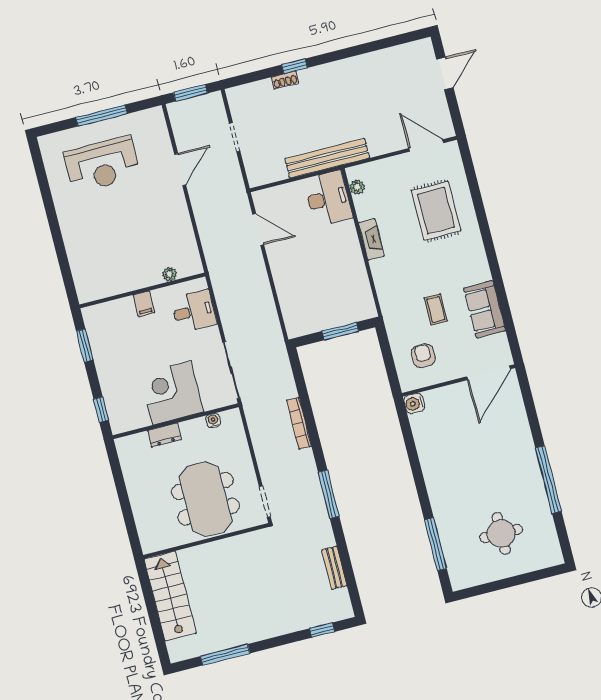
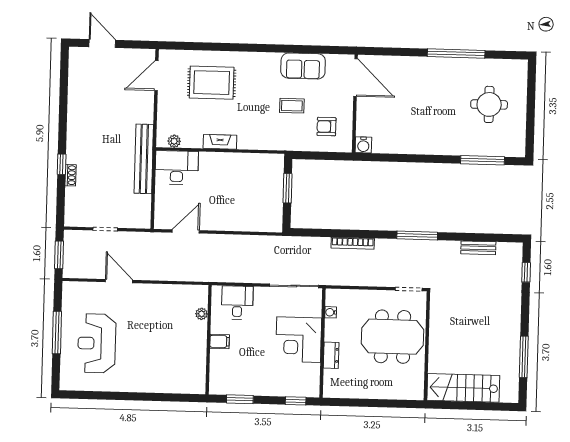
reception desk: (102, 164) -> (97, 343), turned 180

